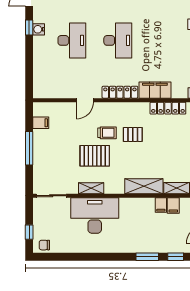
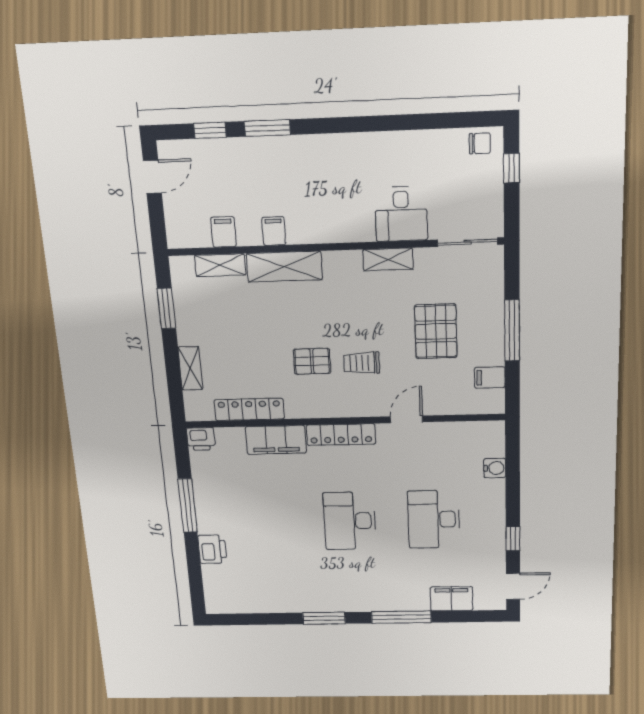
water cooler: (39, 29) -> (495, 468), moved
pallet: (95, 156) -> (436, 331), moved, turned 90
filing cabinet: (161, 205) -> (274, 231), moved
desk: (95, 215) -> (401, 214), width x0.53, depth x0.77

